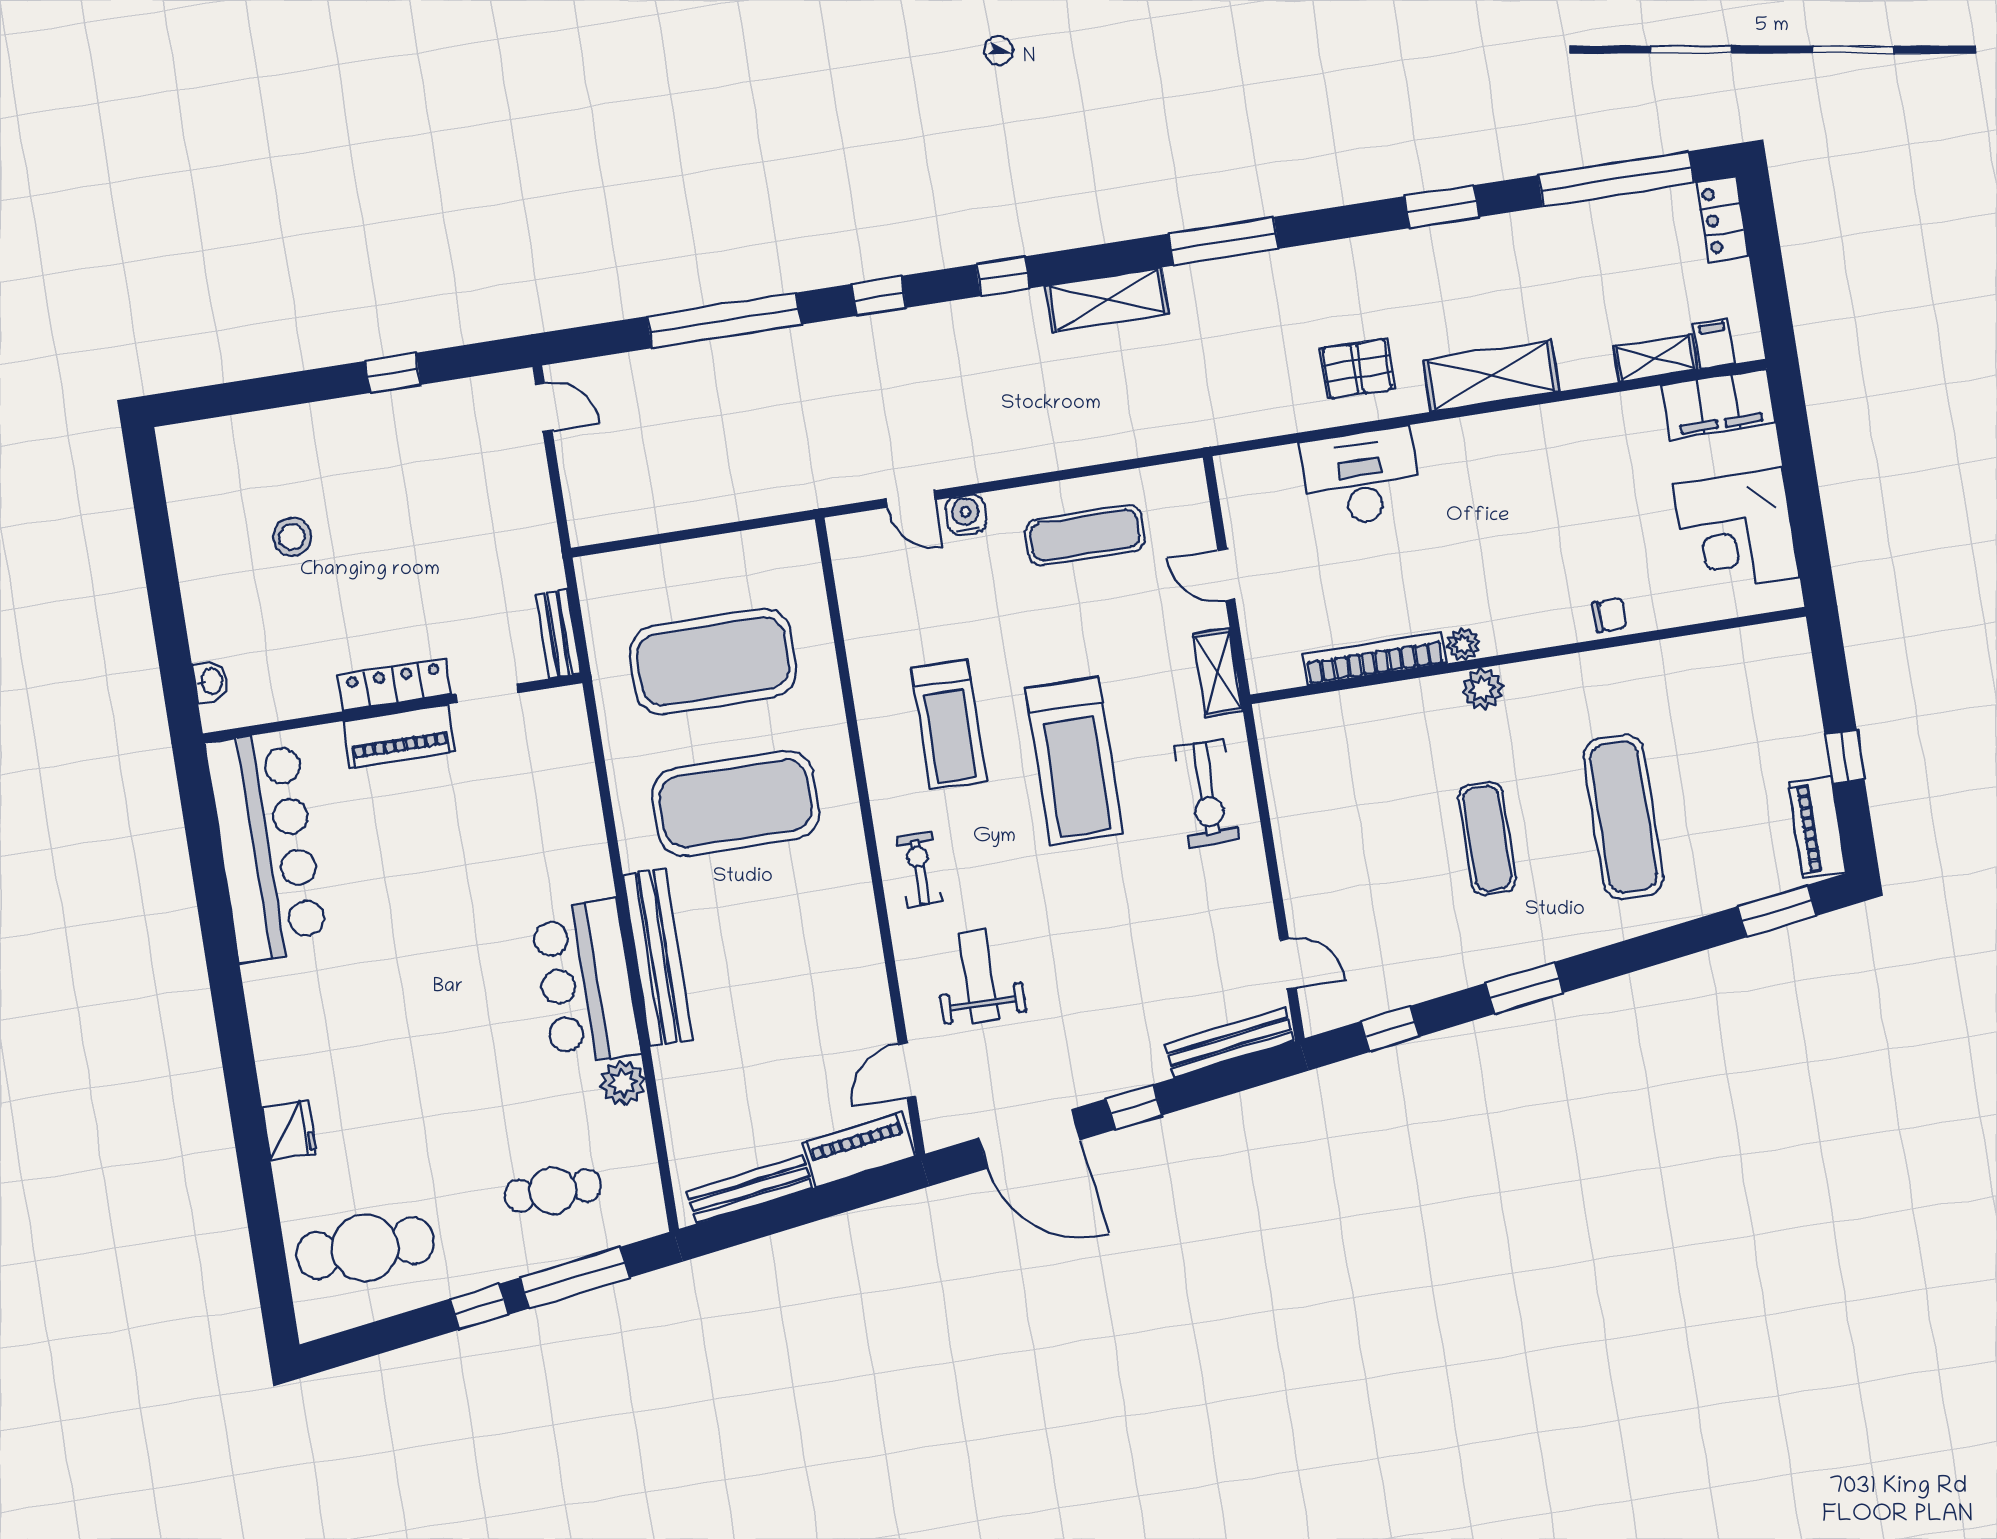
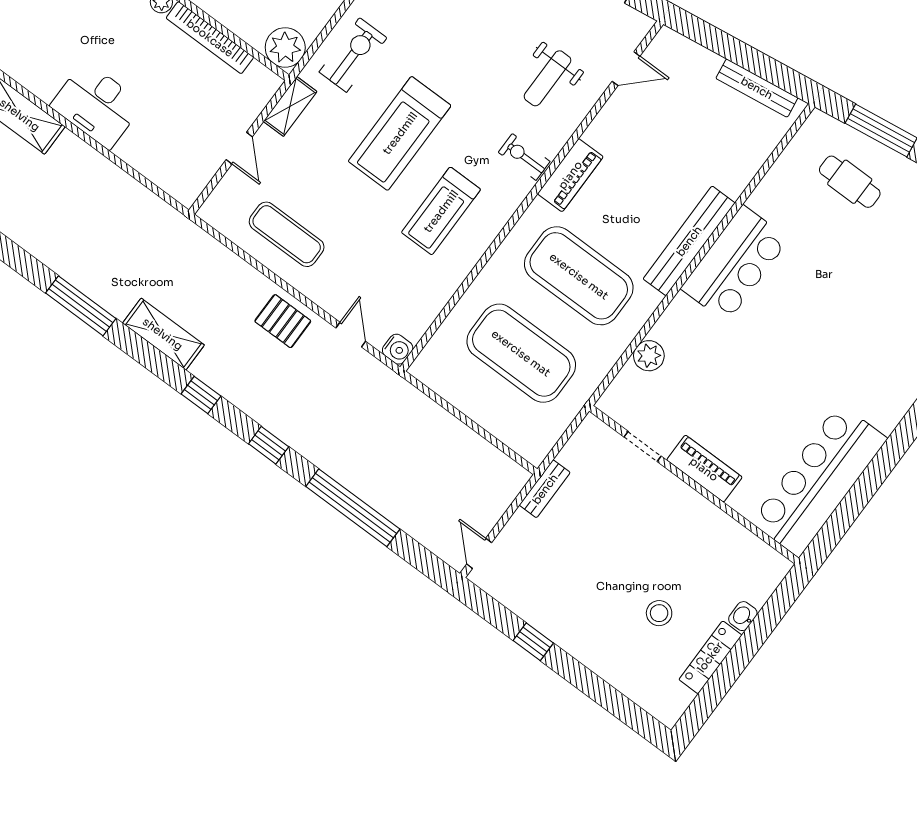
pallet: (1357, 369) -> (283, 321), moved
desk: (1361, 478) -> (97, 105), moved
water cooler: (966, 515) -> (398, 349), moved, turned -90
bench: (558, 634) -> (545, 489), moved
washbasin: (211, 681) -> (743, 616), moved
locker: (394, 685) -> (710, 657), moved, turned 90
treadmill: (949, 724) -> (441, 211), turned 180
plant: (1286, 729) -> (285, 47), added
treadmill: (1074, 761) -> (400, 133), turned 180
exercise bike: (919, 869) -> (524, 157), turned 90
plant: (623, 1083) -> (649, 356), moved
piano: (859, 1150) -> (570, 175), moved, turned -82

